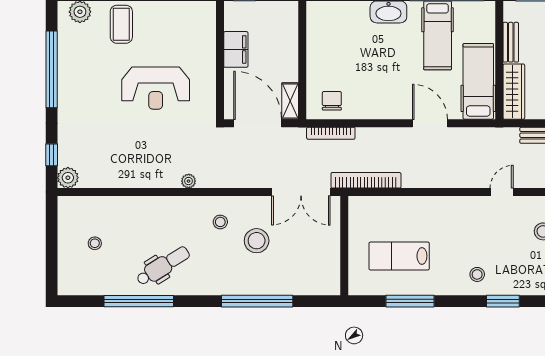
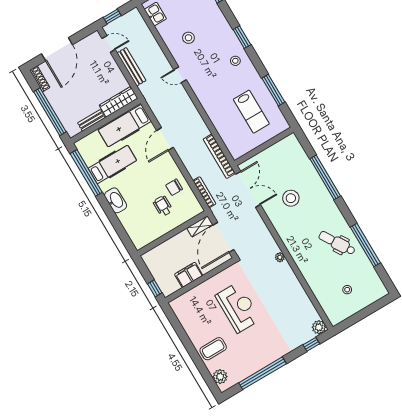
wheelchair: (345, 69) -> (163, 206), added
chair: (332, 101) -> (174, 187), moved
stool: (220, 222) -> (293, 225), removed

